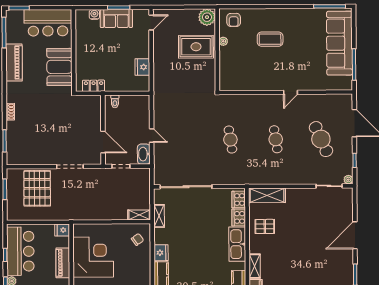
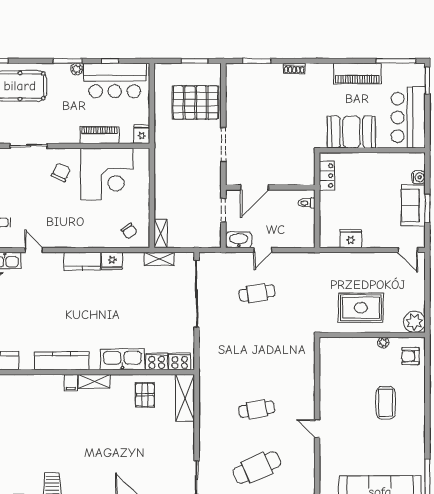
rug: (196, 47) -> (361, 308), moved, turned 90
cafe table: (230, 140) -> (257, 293), moved

